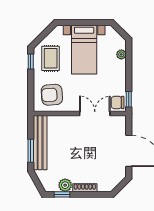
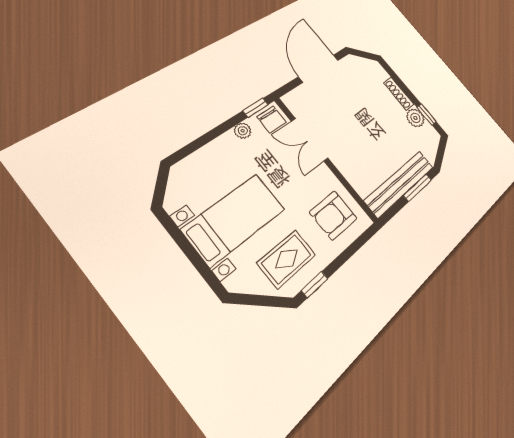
plant: (121, 54) -> (243, 131), moved
armchair: (52, 95) -> (333, 215), turned 94

